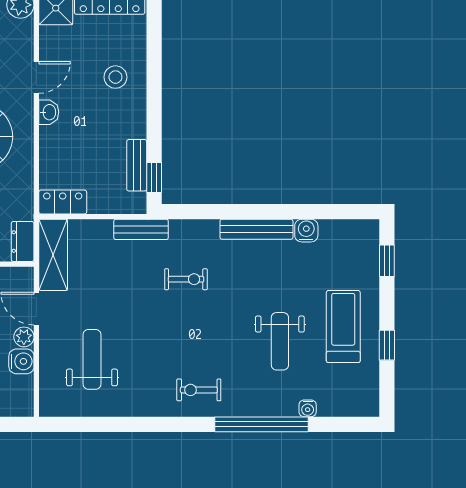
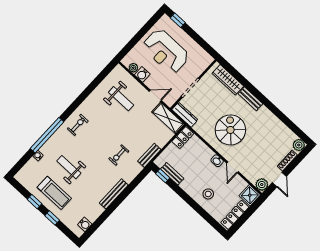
water cooler: (306, 231) -> (85, 224), moved
dresser: (23, 242) -> (185, 115), width x1.44
window: (387, 261) -> (52, 218), moved
plant: (24, 337) -> (133, 68), moved

